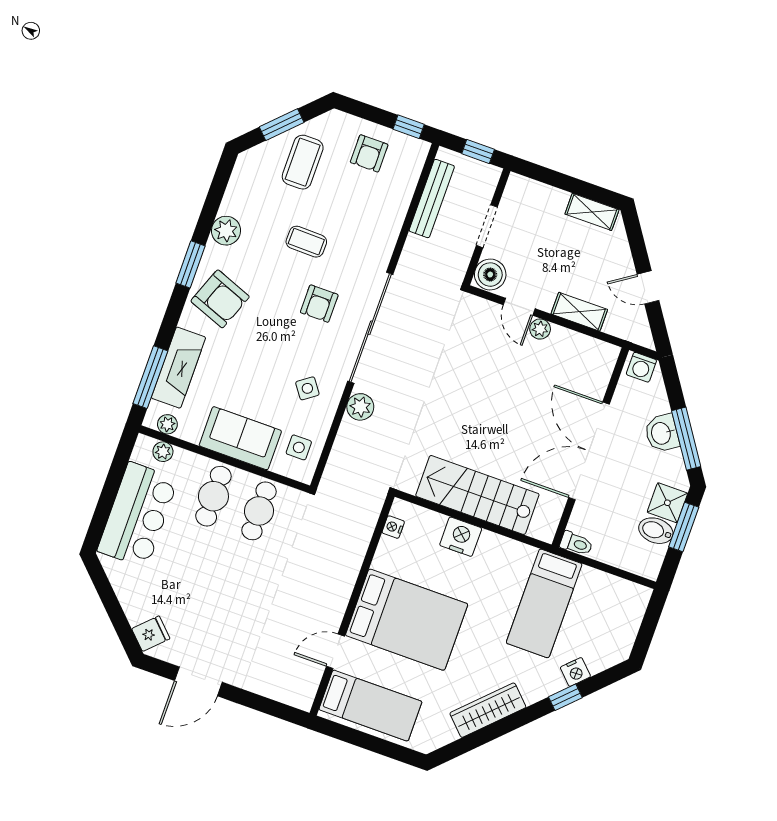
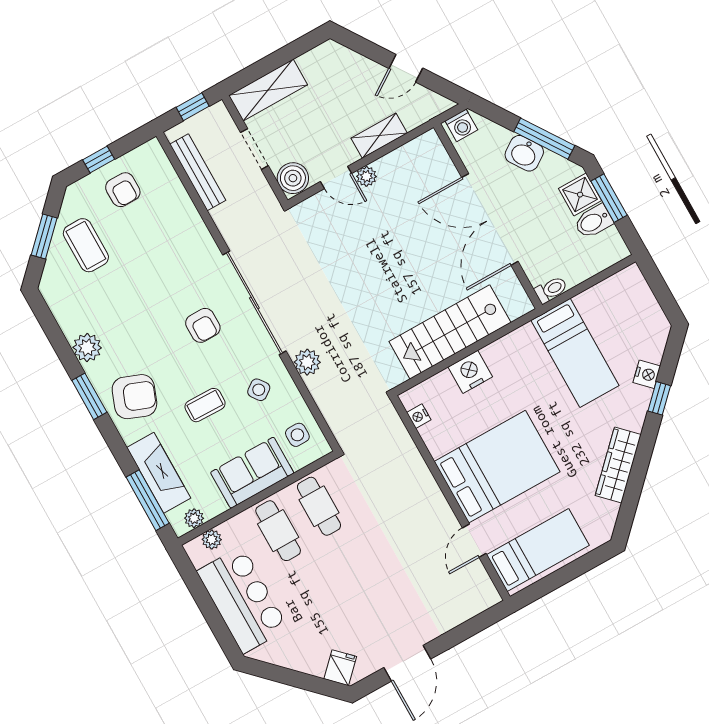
window: (409, 127) -> (99, 160), moved
shelving: (592, 212) -> (268, 90), moved, width x1.50, depth x1.33
coffee table: (306, 242) -> (205, 405), moved

